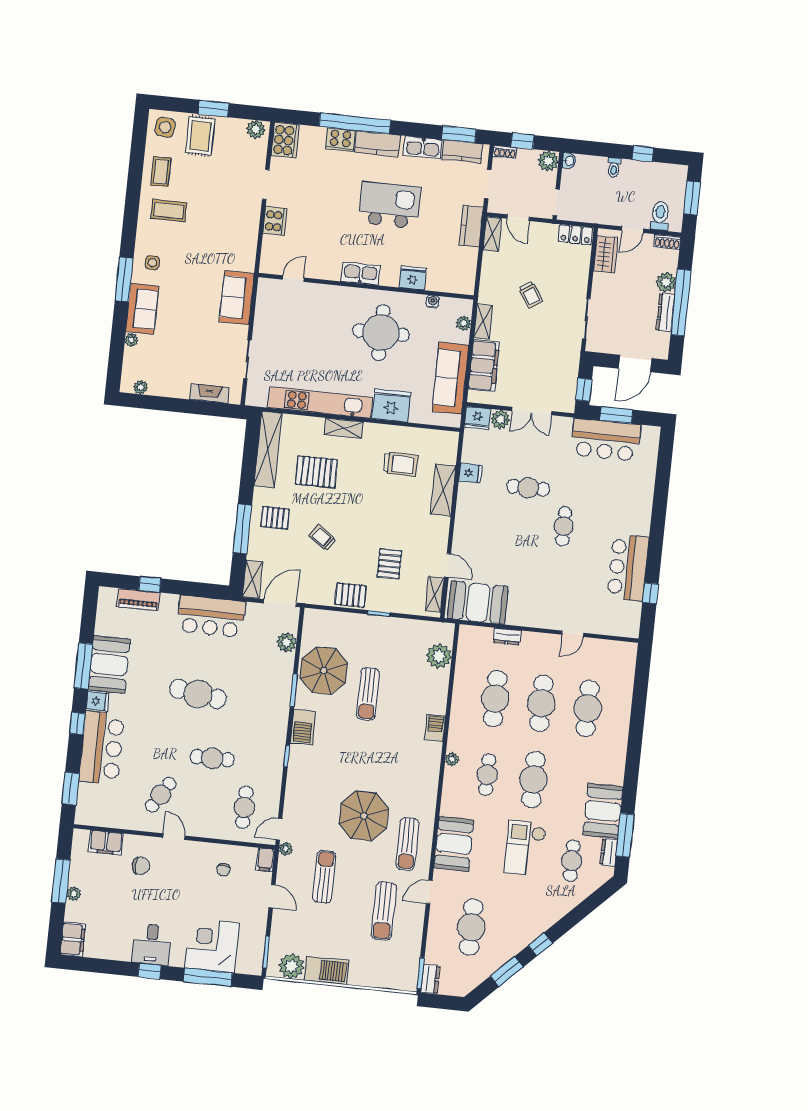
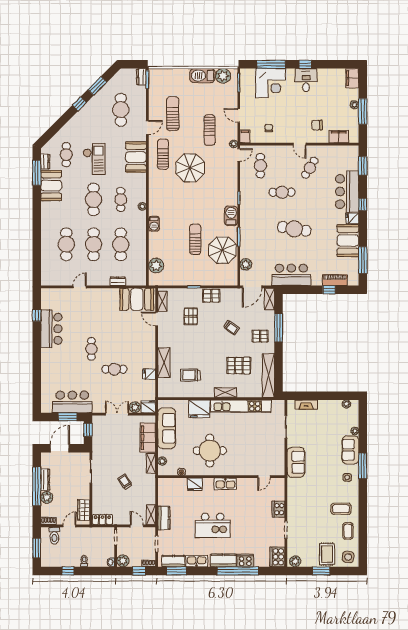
window: (83, 666) -> (363, 260), moved

